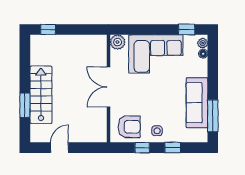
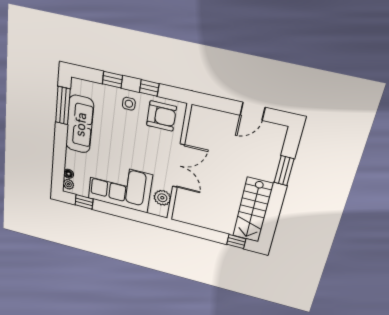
plant: (118, 42) -> (162, 198), moved
stairs: (41, 95) -> (253, 210), moved
armchair: (129, 127) -> (161, 116), turned 180

